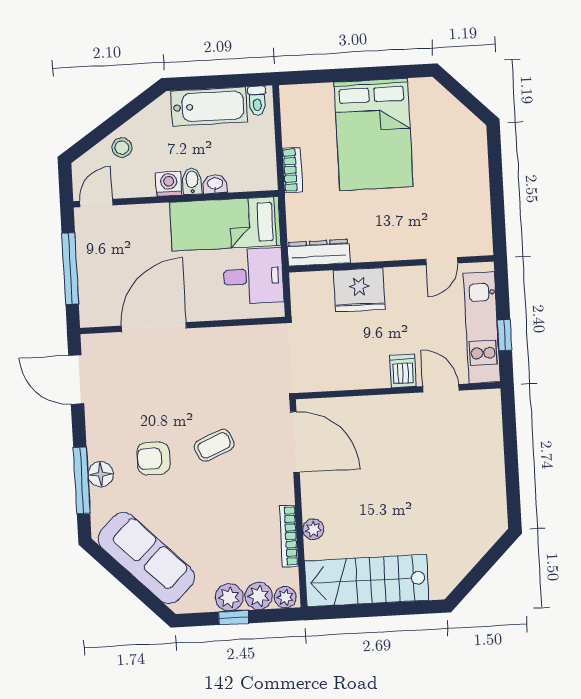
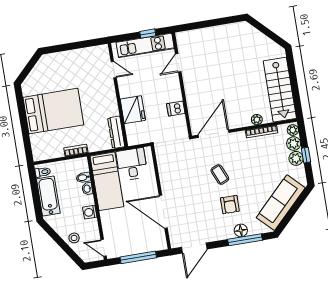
bidet: (192, 181) -> (83, 178), moved
dishwasher: (403, 371) -> (176, 109), moved

